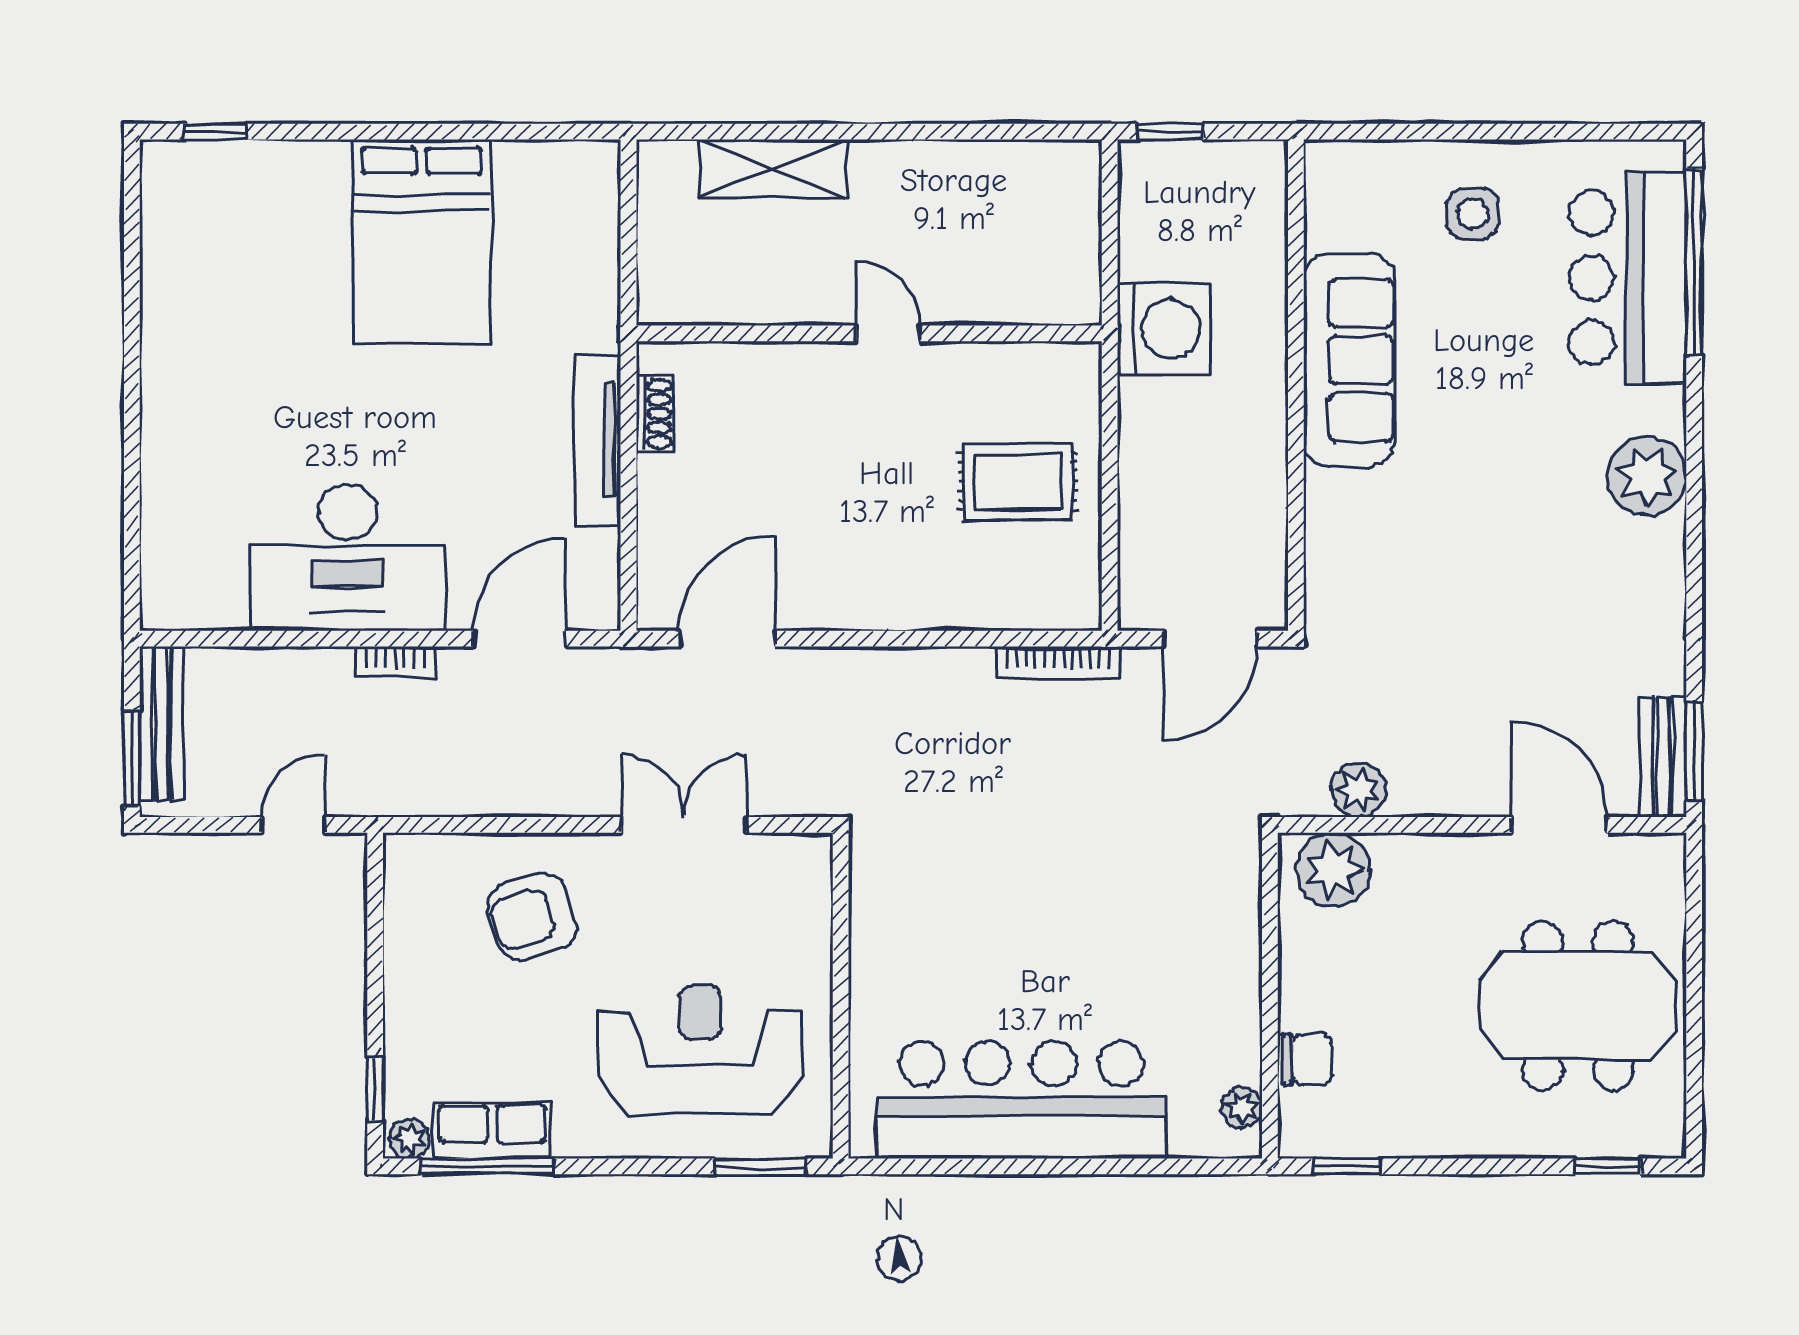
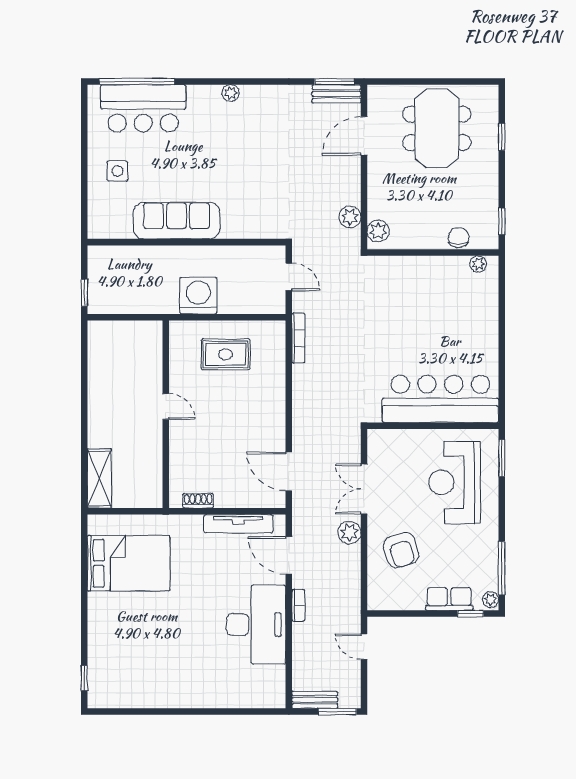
shelving: (773, 169) -> (99, 478), moved
bed: (421, 242) -> (129, 563), moved
washing machine: (1163, 329) -> (198, 296), moved
door: (888, 333) -> (166, 407), swing flipped
tv unit: (598, 440) -> (238, 524), moved
plant: (1647, 476) -> (231, 93), width x0.53, depth x0.53
rug: (1018, 482) -> (226, 354), turned 90
door: (1210, 639) -> (289, 277), width x0.73
bench: (161, 724) -> (315, 700), width x0.73
plant: (576, 789) -> (349, 533), added
plant: (1333, 870) -> (378, 231), width x0.73, depth x0.73
bar counter: (1021, 1100) -> (440, 399), moved, turned 90
row of seats: (492, 1130) -> (449, 599), moved, turned 90
window: (1607, 1166) -> (502, 137), moved

